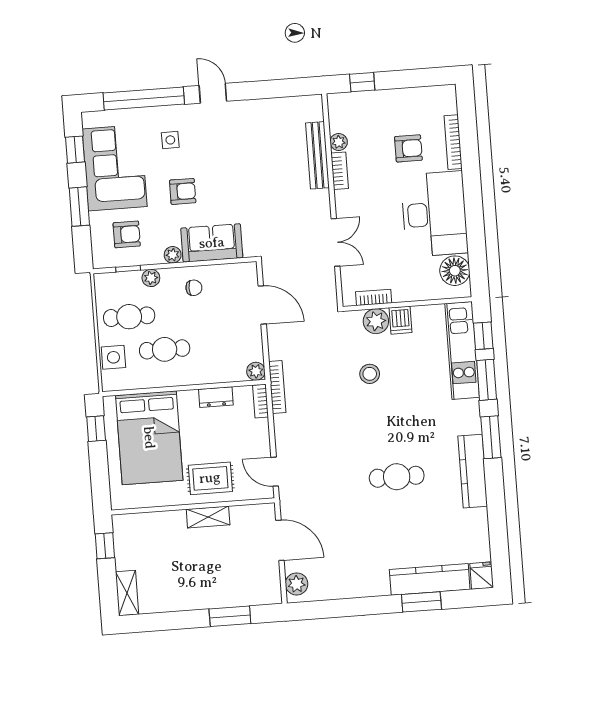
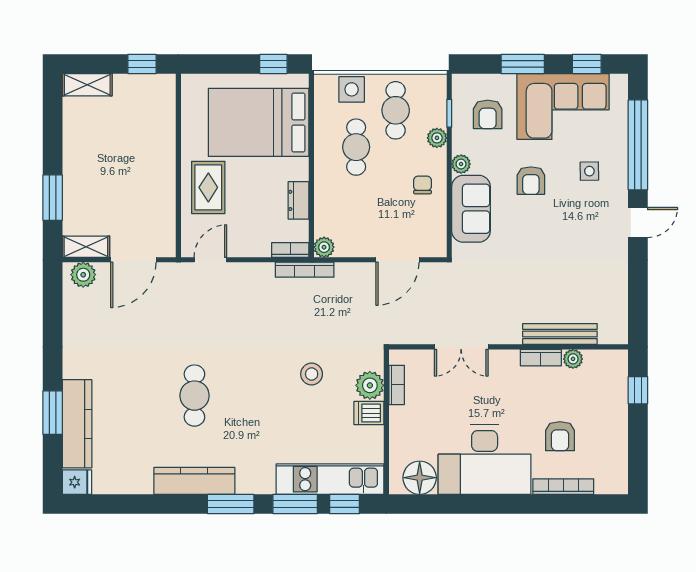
chair: (194, 288) -> (422, 185), turned 180
shelving: (208, 517) -> (86, 247), moved, turned 90

